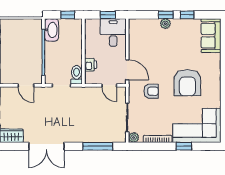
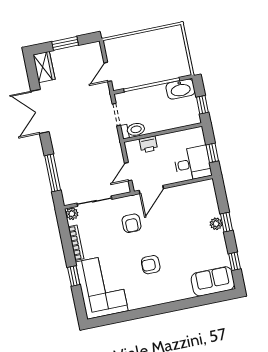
window: (187, 15) -> (235, 261), moved
armchair: (187, 83) -> (151, 265), width x0.53, depth x0.53

